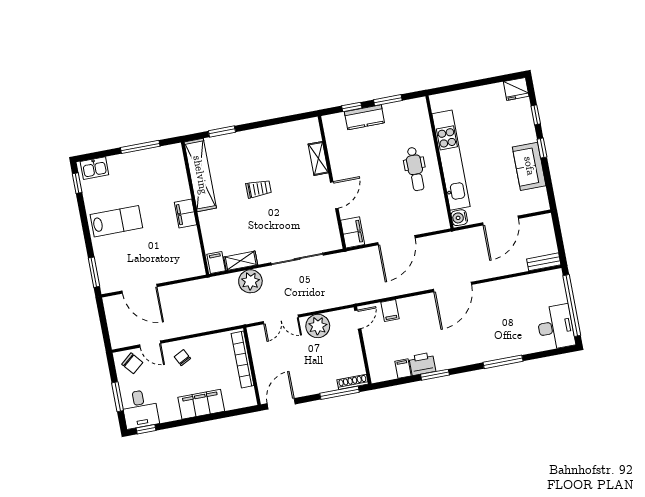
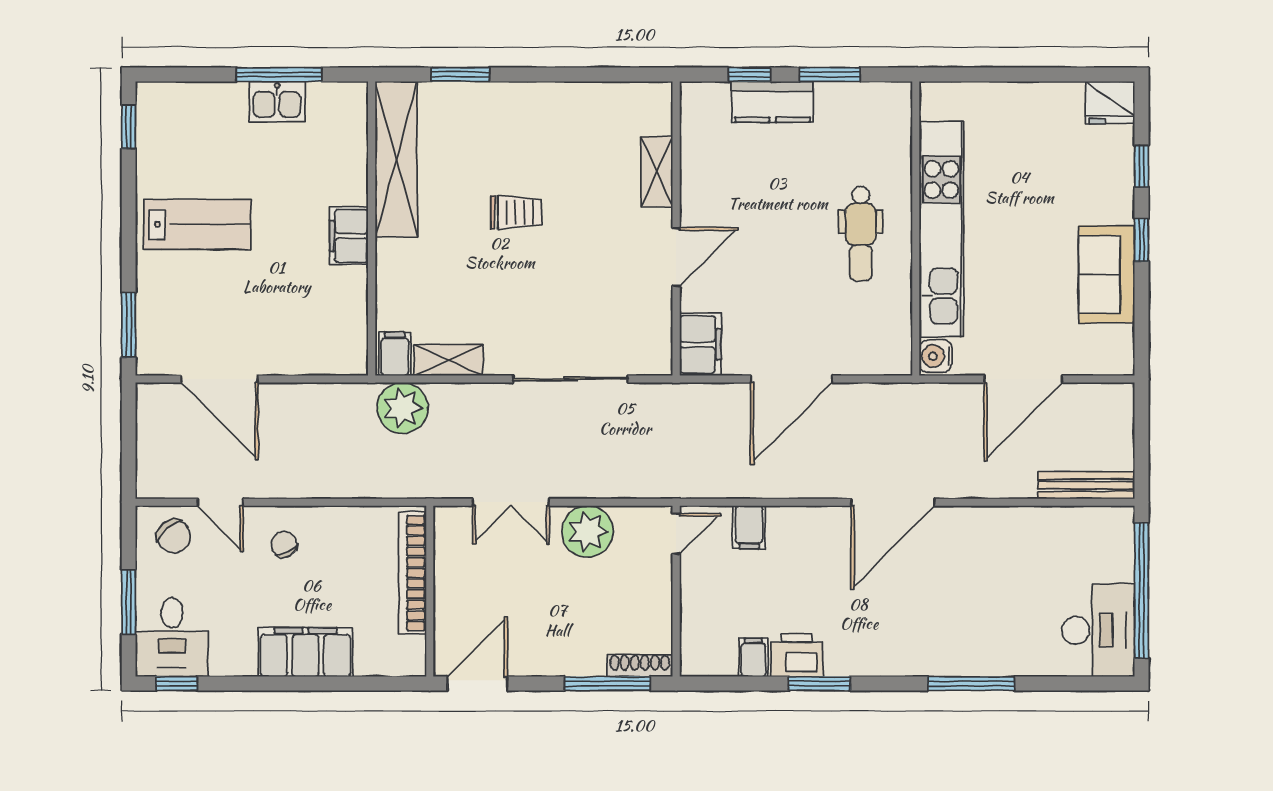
kitchen sink: (94, 168) -> (277, 102), moved
bench: (544, 262) -> (1086, 485), width x1.36
plant: (250, 281) -> (403, 408), moved

